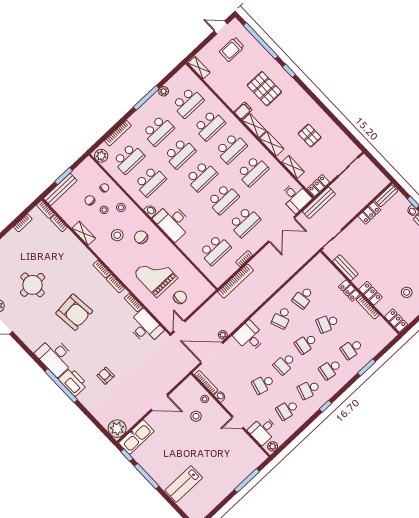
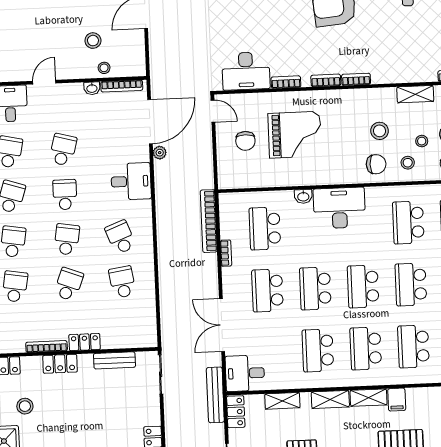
washbasin: (151, 211) -> (303, 196), moved
chair: (141, 237) -> (376, 164), moved

